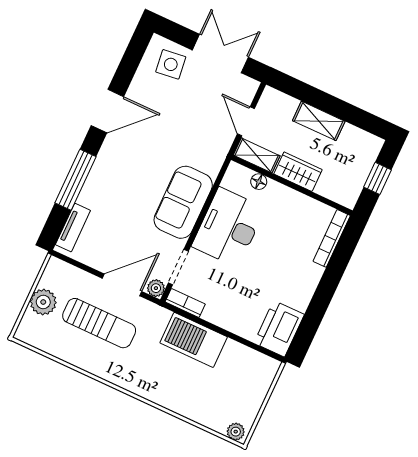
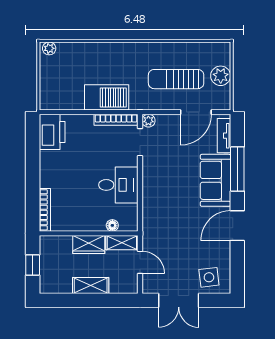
sofa: (183, 202) -> (215, 180), moved, turned 180
desk: (229, 227) -> (118, 185), width x0.73
door: (122, 285) -> (196, 112), moved
bookcase: (185, 303) -> (116, 120), width x1.56

